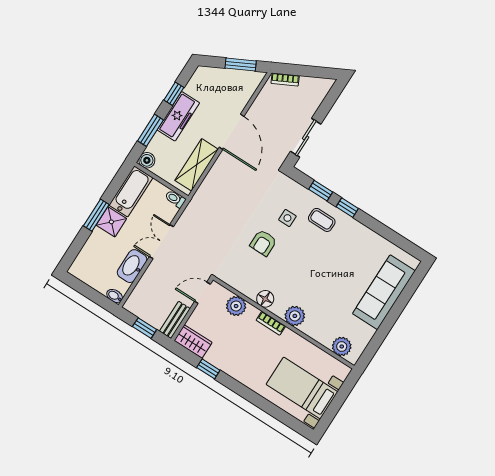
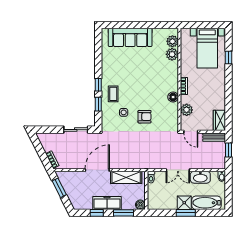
bathtub: (131, 191) -> (206, 203), moved
plant: (295, 316) -> (172, 54), moved
window: (208, 369) -> (228, 58), moved

